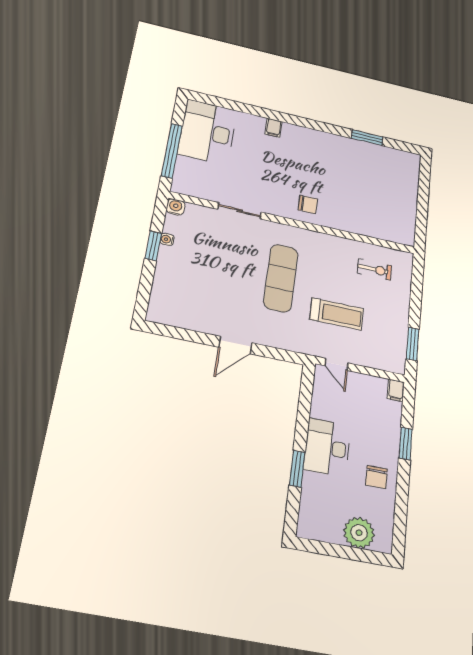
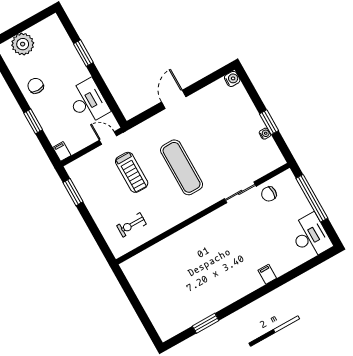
desk: (207, 132) -> (310, 236), width x0.73, depth x0.77
chair: (308, 204) -> (269, 194), moved
water cooler: (176, 207) -> (232, 79), moved, turned -90
treadmill: (337, 314) -> (132, 172), turned -90
desk: (327, 447) -> (88, 102), moved

